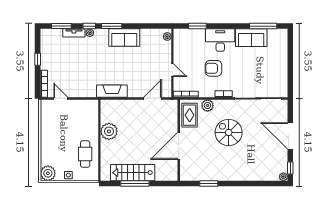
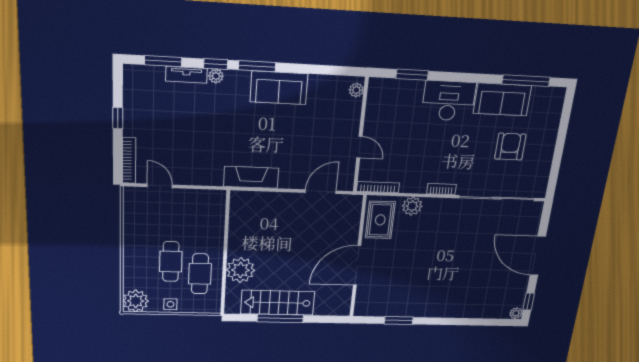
armchair: (214, 68) -> (510, 147), moved, turned 90
plant: (109, 131) -> (241, 270), moved
spiral stairs: (229, 132) -> (441, 248), removed
cafe table: (68, 146) -> (171, 262), added

